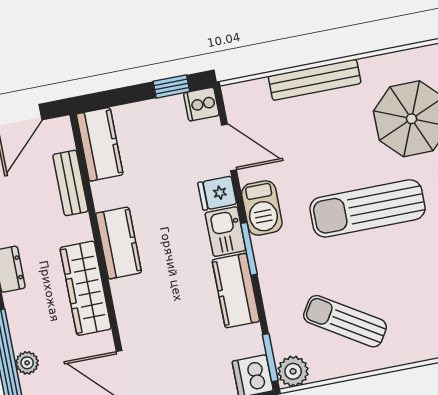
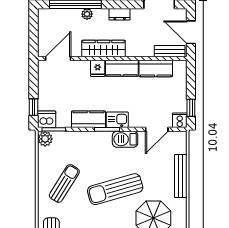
kitchen counter: (100, 144) -> (156, 69), moved
bench: (70, 183) -> (170, 51), moved
fridge: (217, 193) -> (98, 68), moved, turned 180
sun lounger: (368, 208) -> (115, 189), turned -106
sun lounger: (345, 321) -> (64, 183), moved
plant: (27, 363) -> (87, 14), moved

